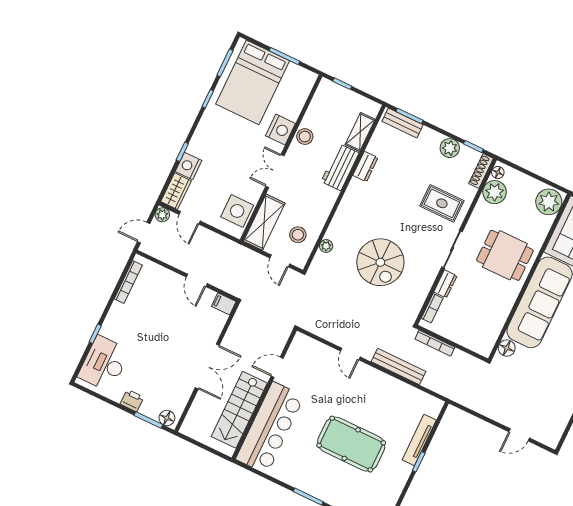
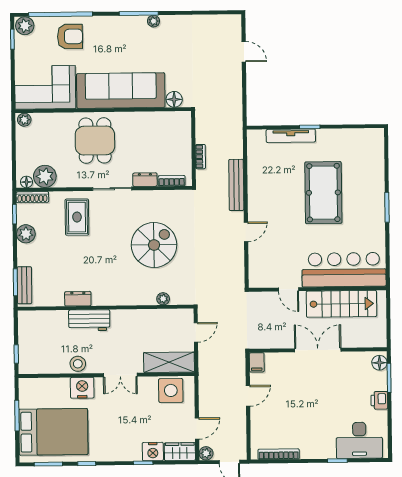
shelving: (360, 132) -> (50, 318), removed
plant: (549, 202) -> (24, 120), width x0.53, depth x0.53
stool: (298, 235) -> (165, 328), removed
bookcase: (435, 343) -> (200, 157), width x0.64

